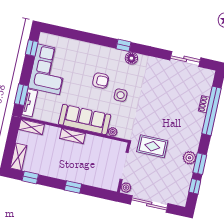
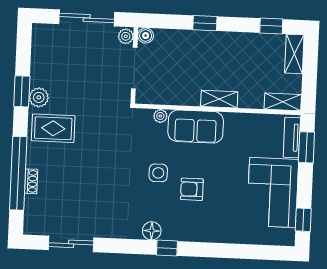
sofa: (85, 119) -> (196, 127), width x0.73
rug: (152, 146) -> (53, 128), moved
boiler: (113, 186) -> (146, 36), added
window: (195, 186) -> (23, 56), removed

